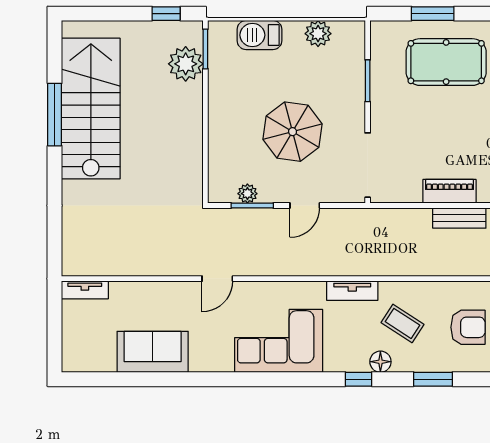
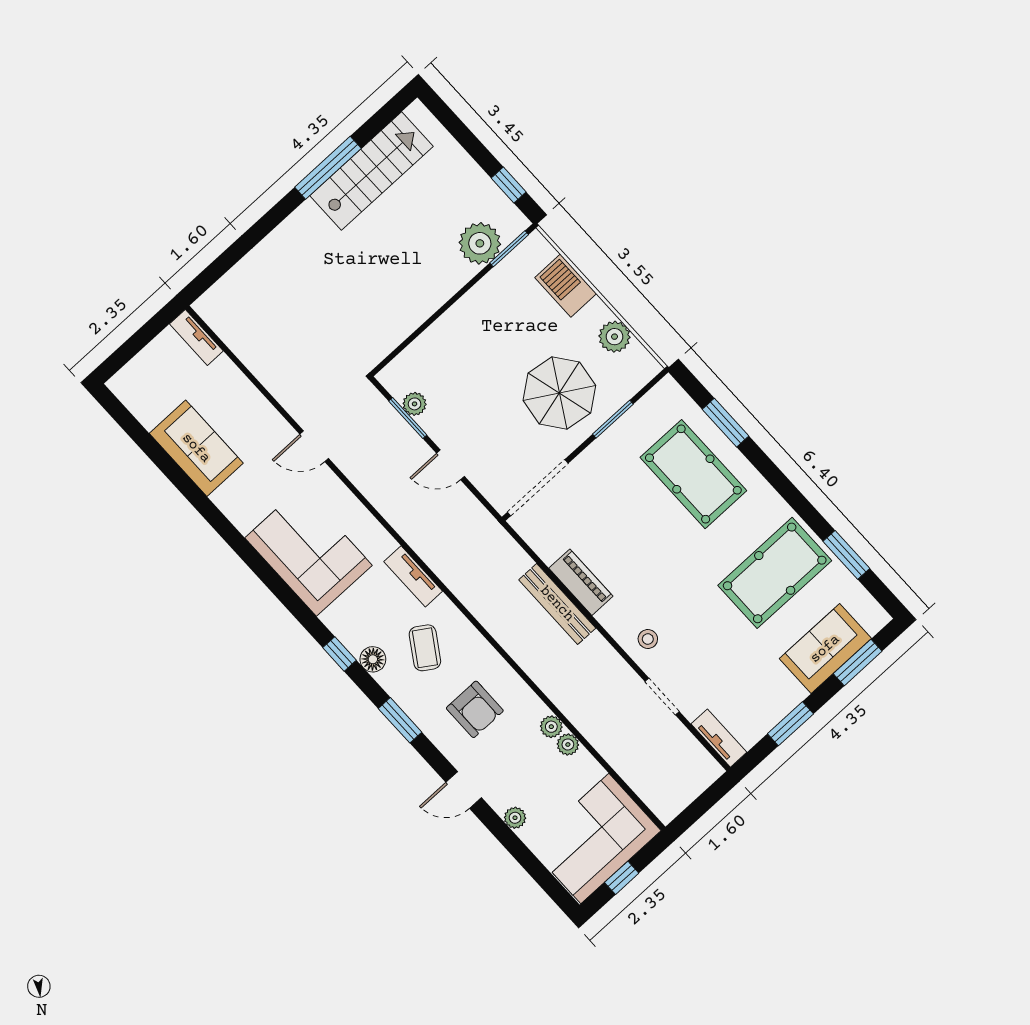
stairs: (91, 109) -> (371, 171), width x0.73, depth x0.66
parasol: (293, 132) -> (559, 393), moved
bench: (459, 218) -> (557, 604), width x1.36

